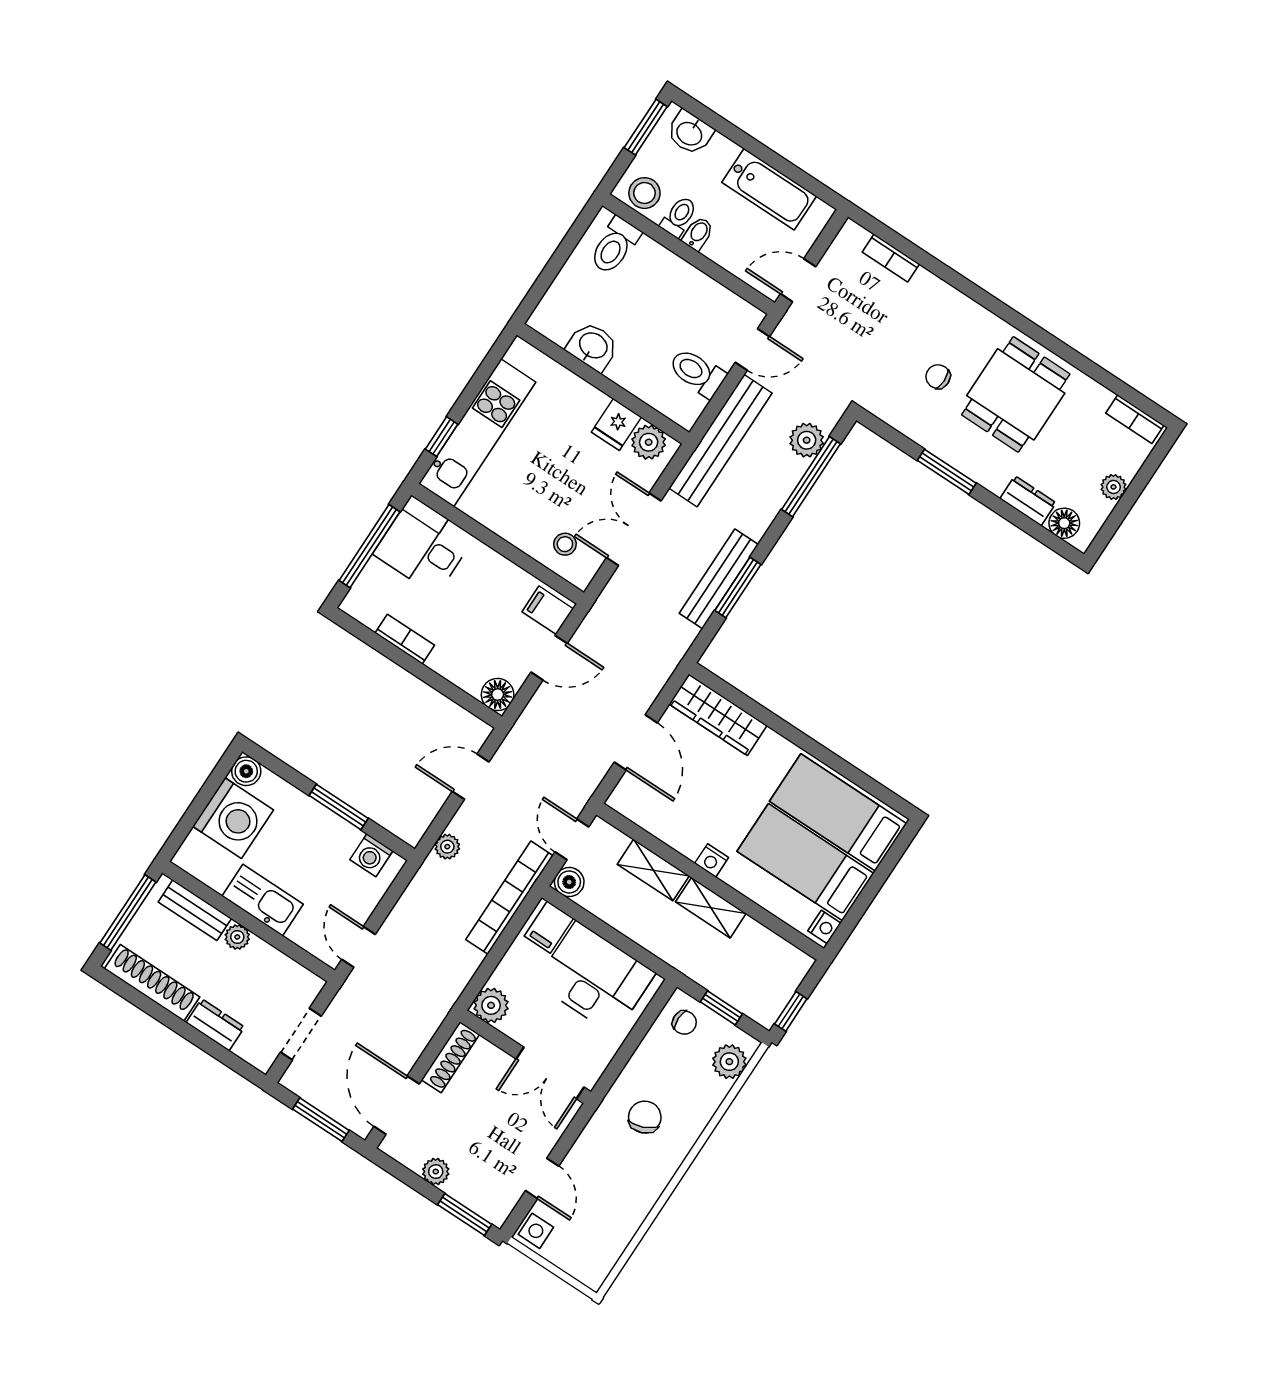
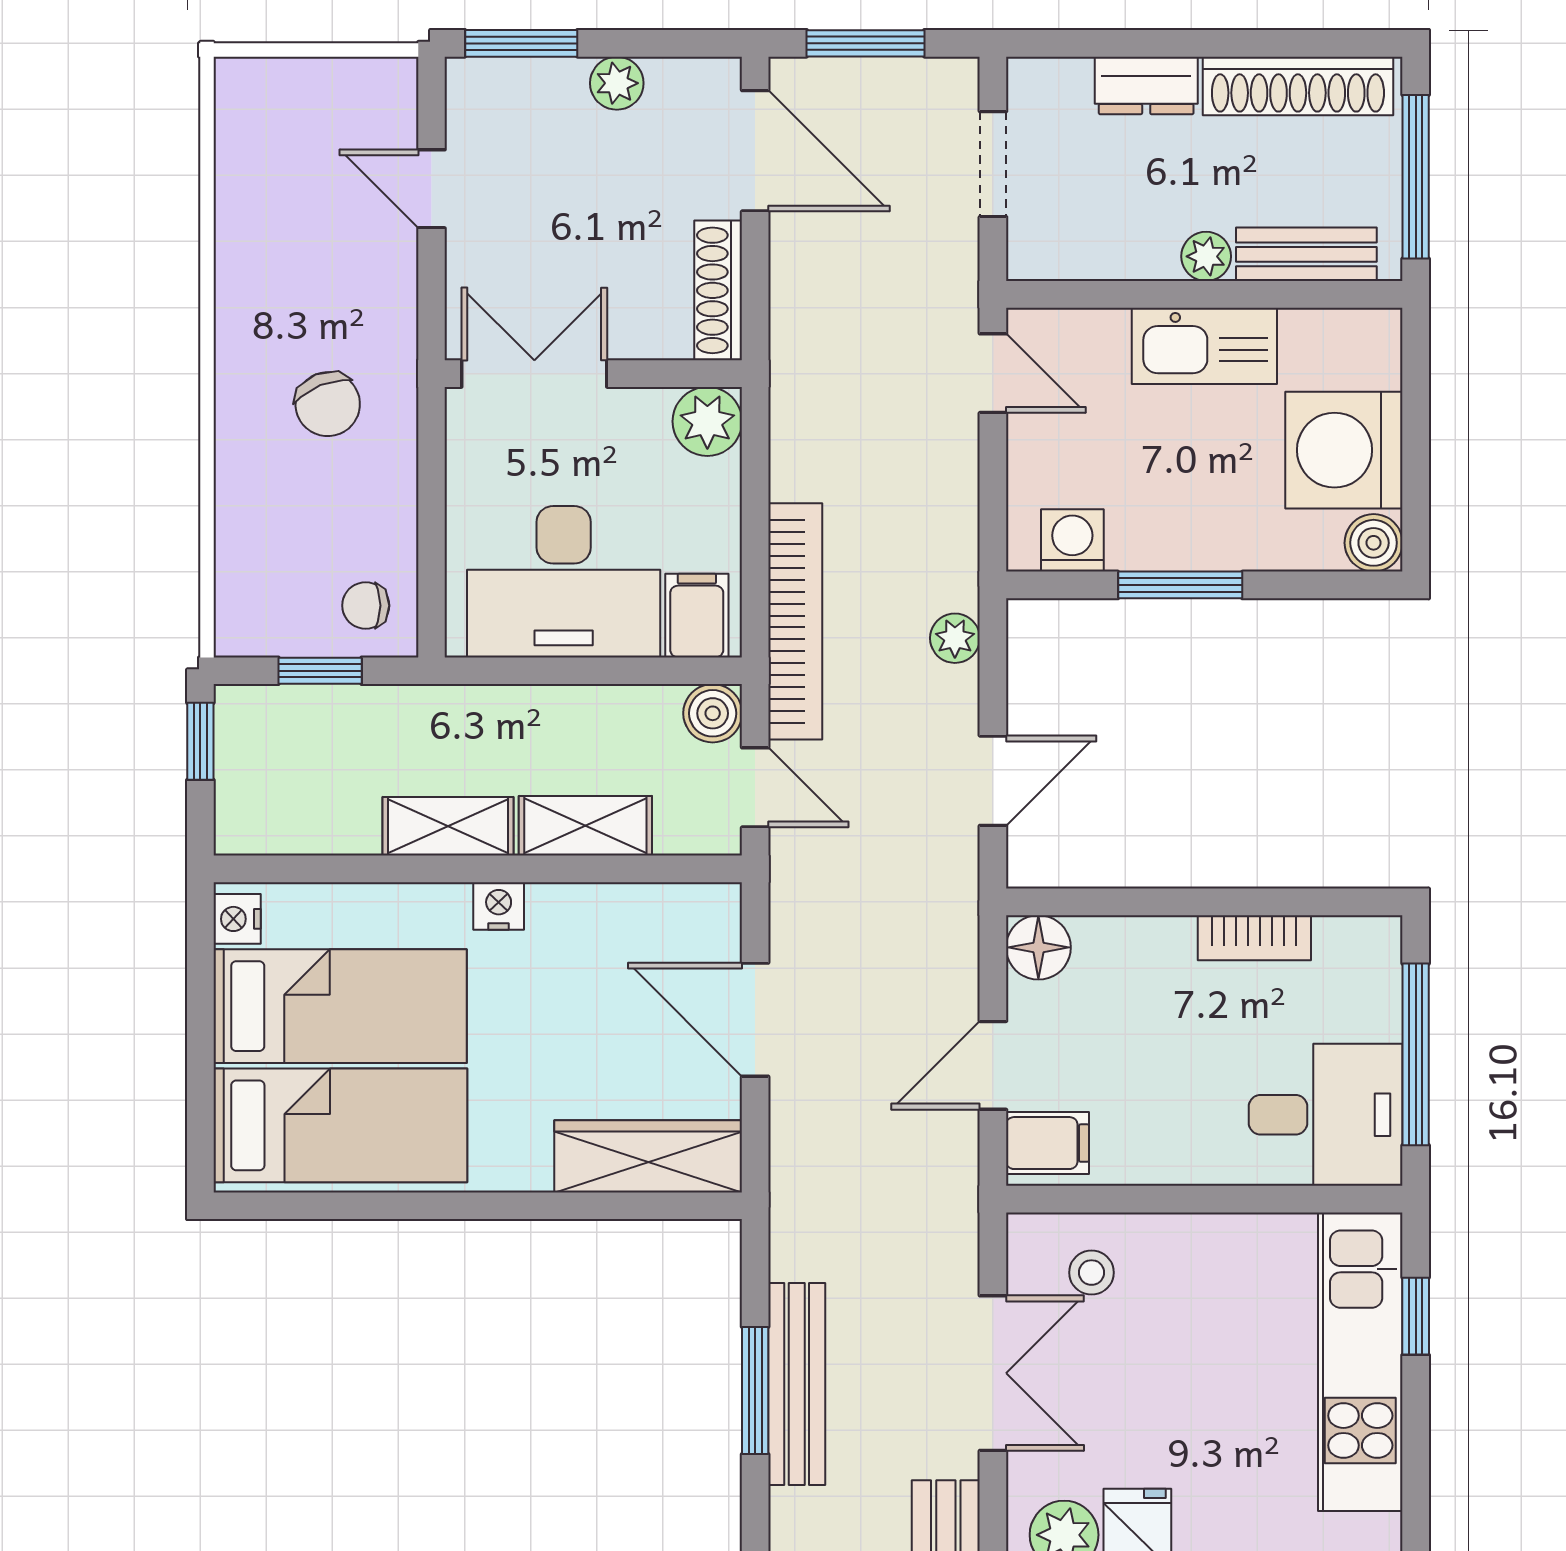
plant: (729, 1062) -> (248, 590), removed
side table: (536, 1231) -> (384, 94), removed

